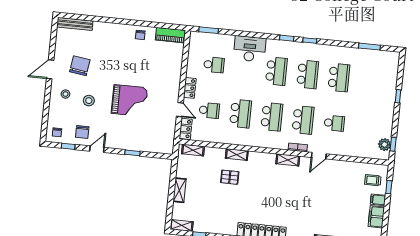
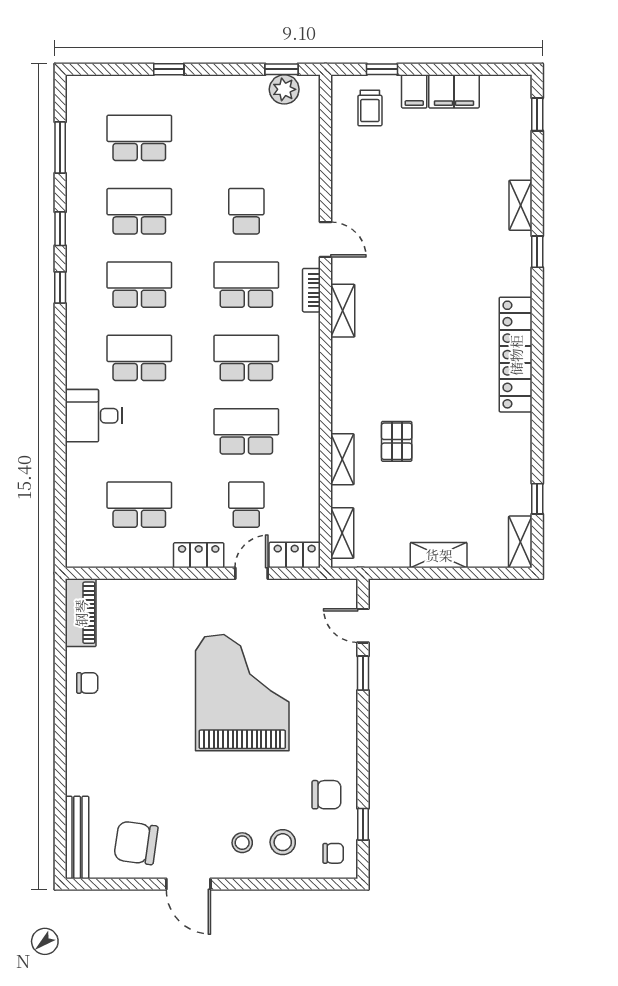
window: (209, 30) -> (60, 525), removed
window: (287, 38) -> (60, 229), moved
desk: (250, 49) -> (94, 416), width x0.73
school desk: (214, 65) -> (139, 505), width x1.85
chair: (80, 66) -> (136, 843), moved
school desk: (370, 81) -> (139, 138), added
stool: (89, 101) -> (283, 842), moved
grand piano: (129, 101) -> (242, 693), width x1.37, depth x1.48
door: (97, 149) -> (363, 626), moved
shelving: (237, 155) -> (342, 459), moved

